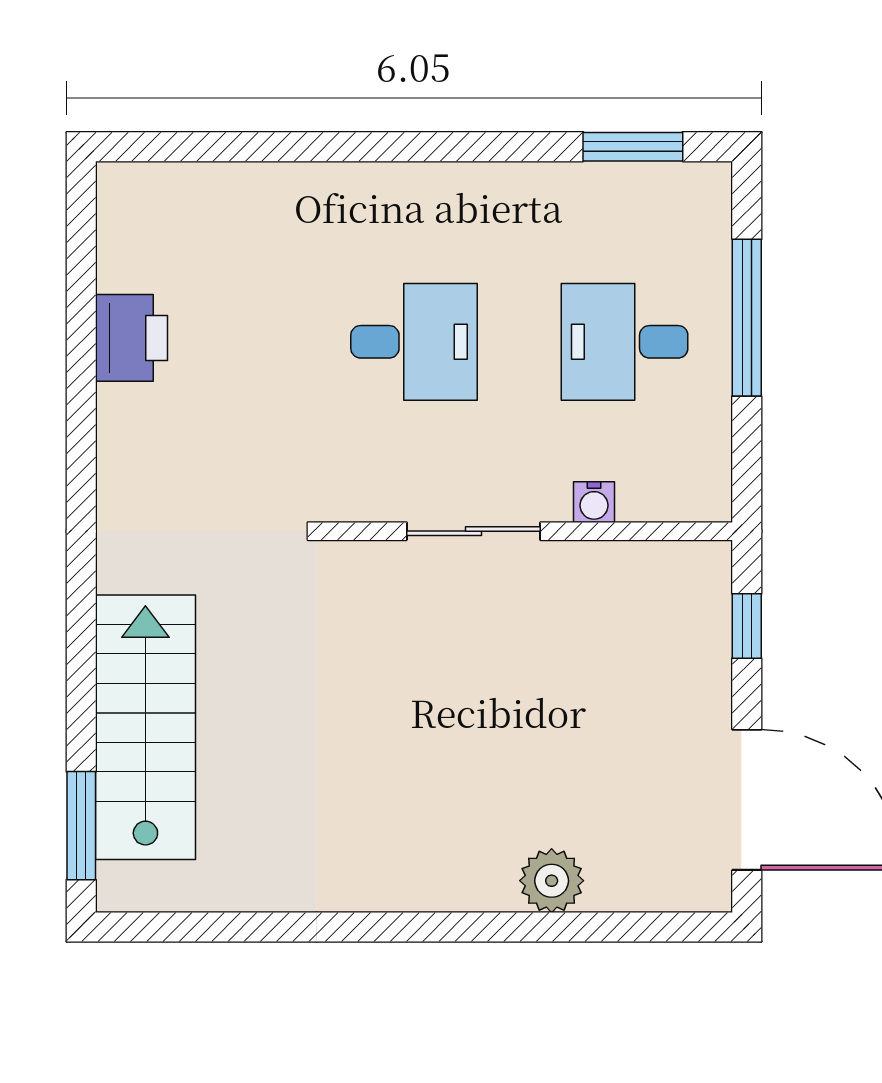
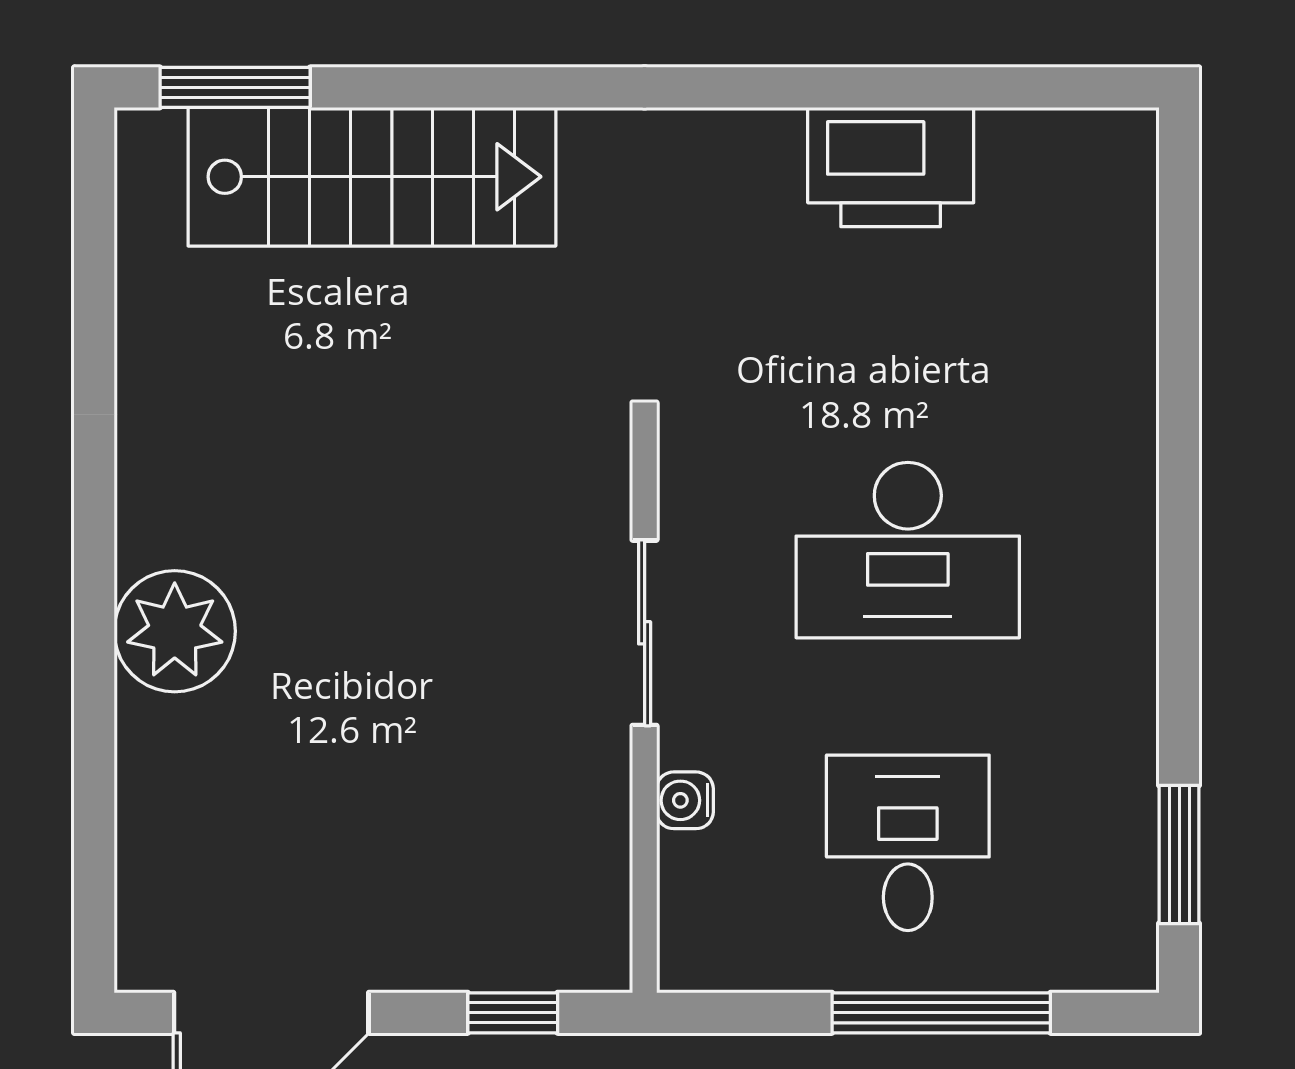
printer: (132, 338) -> (891, 167), width x1.37, depth x1.19
desk: (414, 342) -> (908, 550), width x1.37
plant: (552, 881) -> (175, 631), moved, width x1.36, depth x1.36

